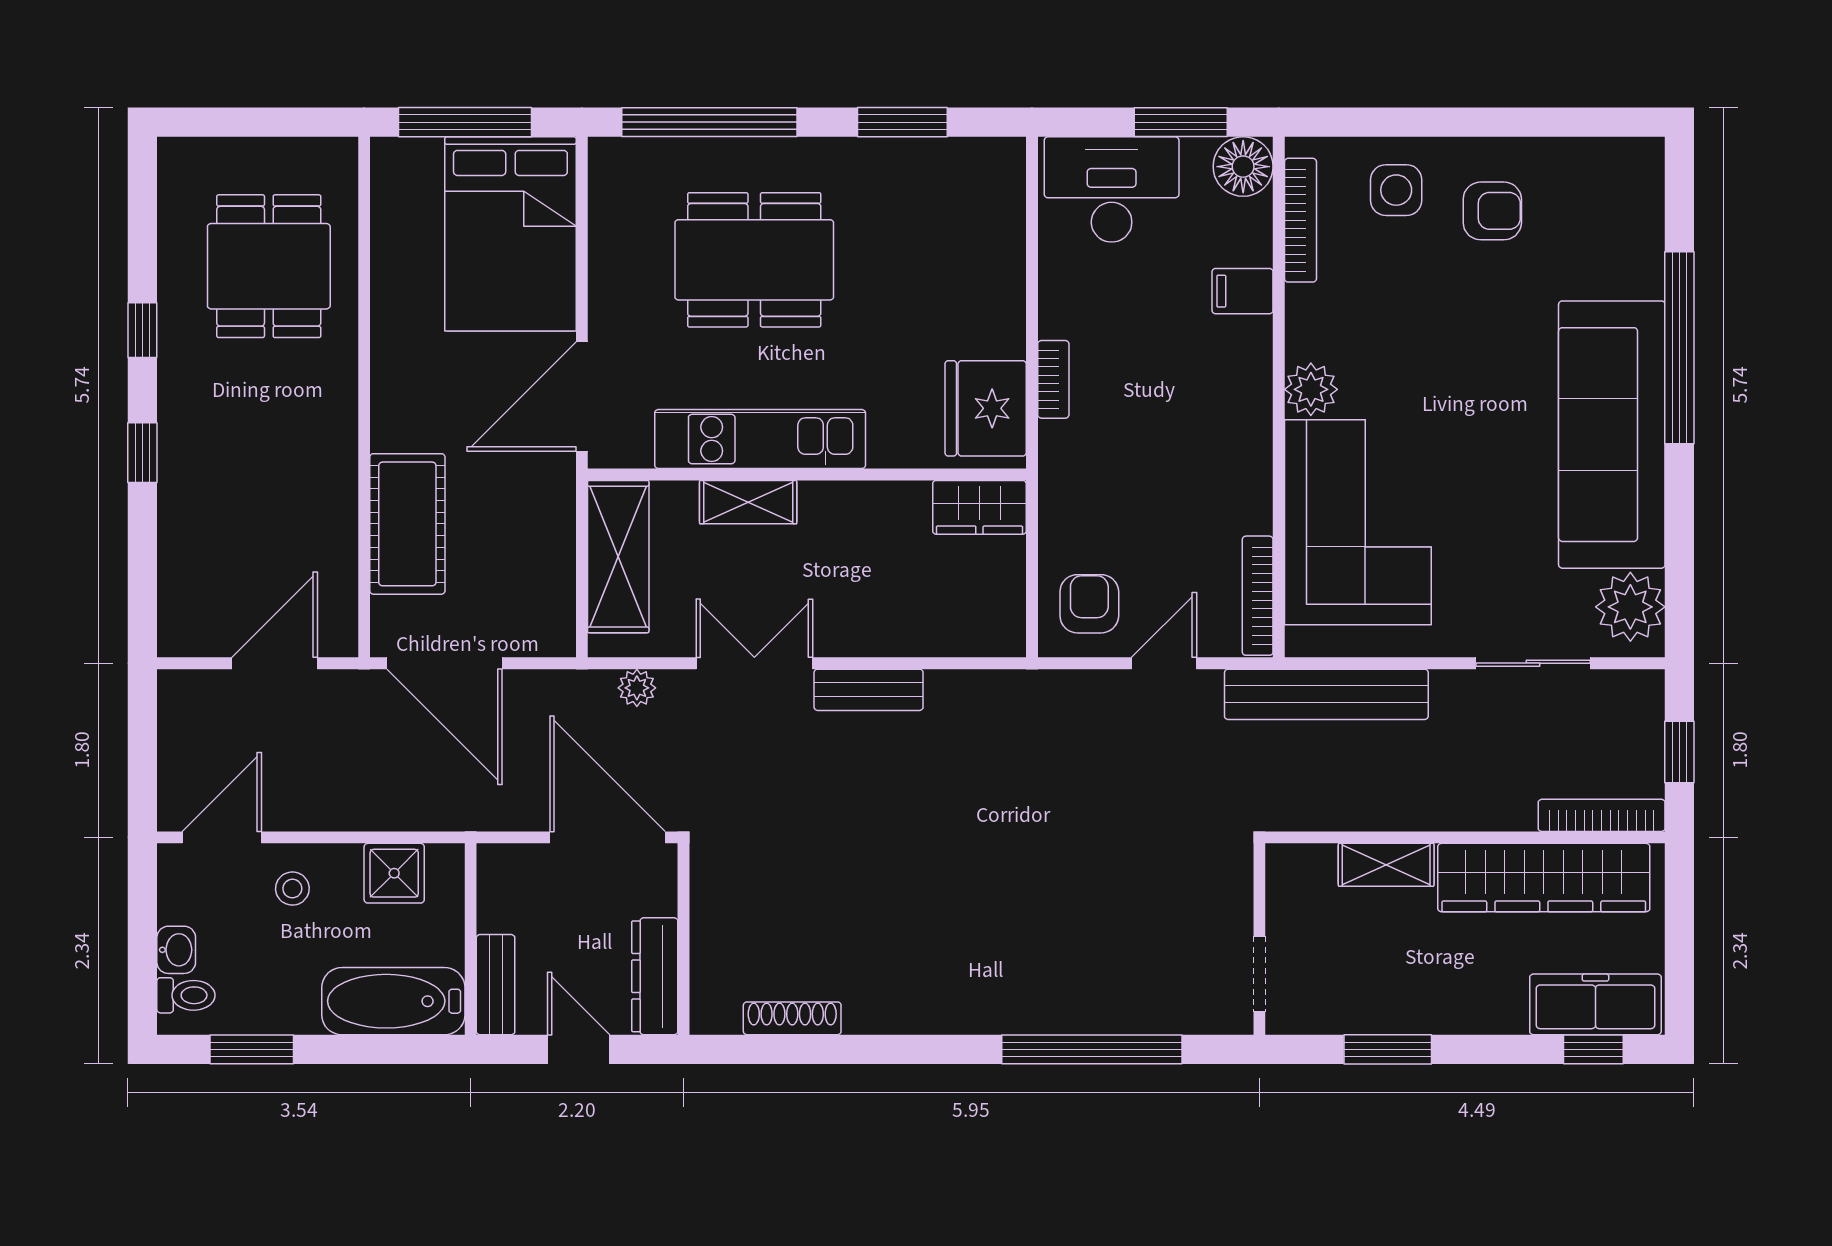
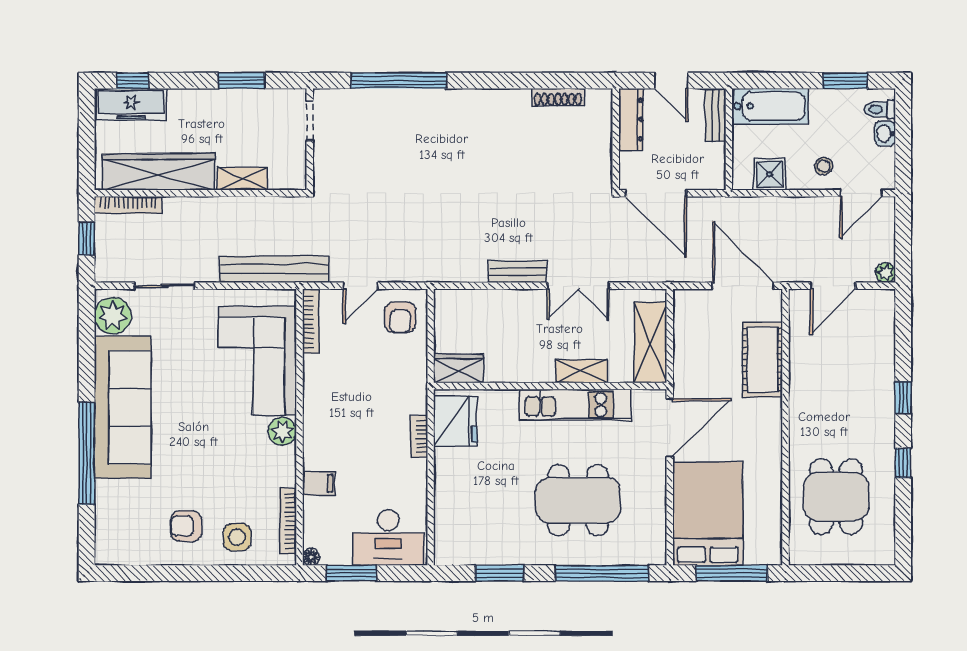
floor lamp: (1243, 167) -> (311, 557), width x0.53, depth x0.53
plant: (637, 688) -> (885, 273), moved

